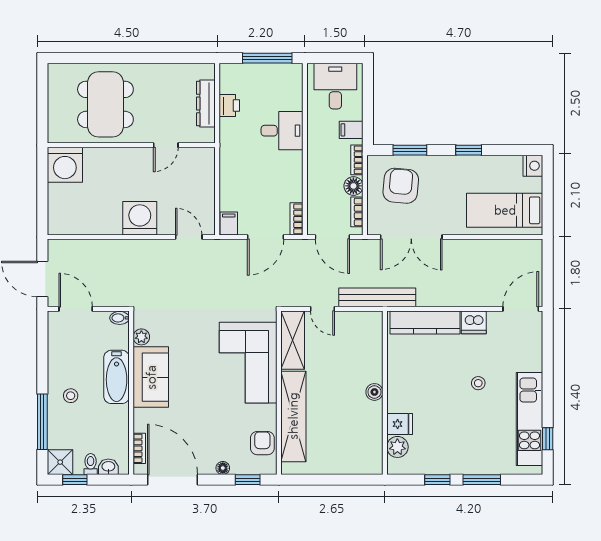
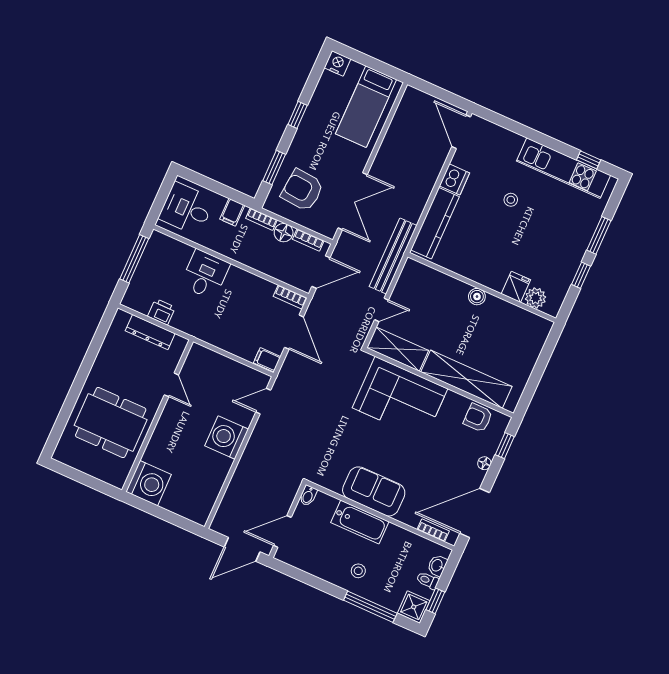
plant: (141, 337) -> (334, 484), removed

